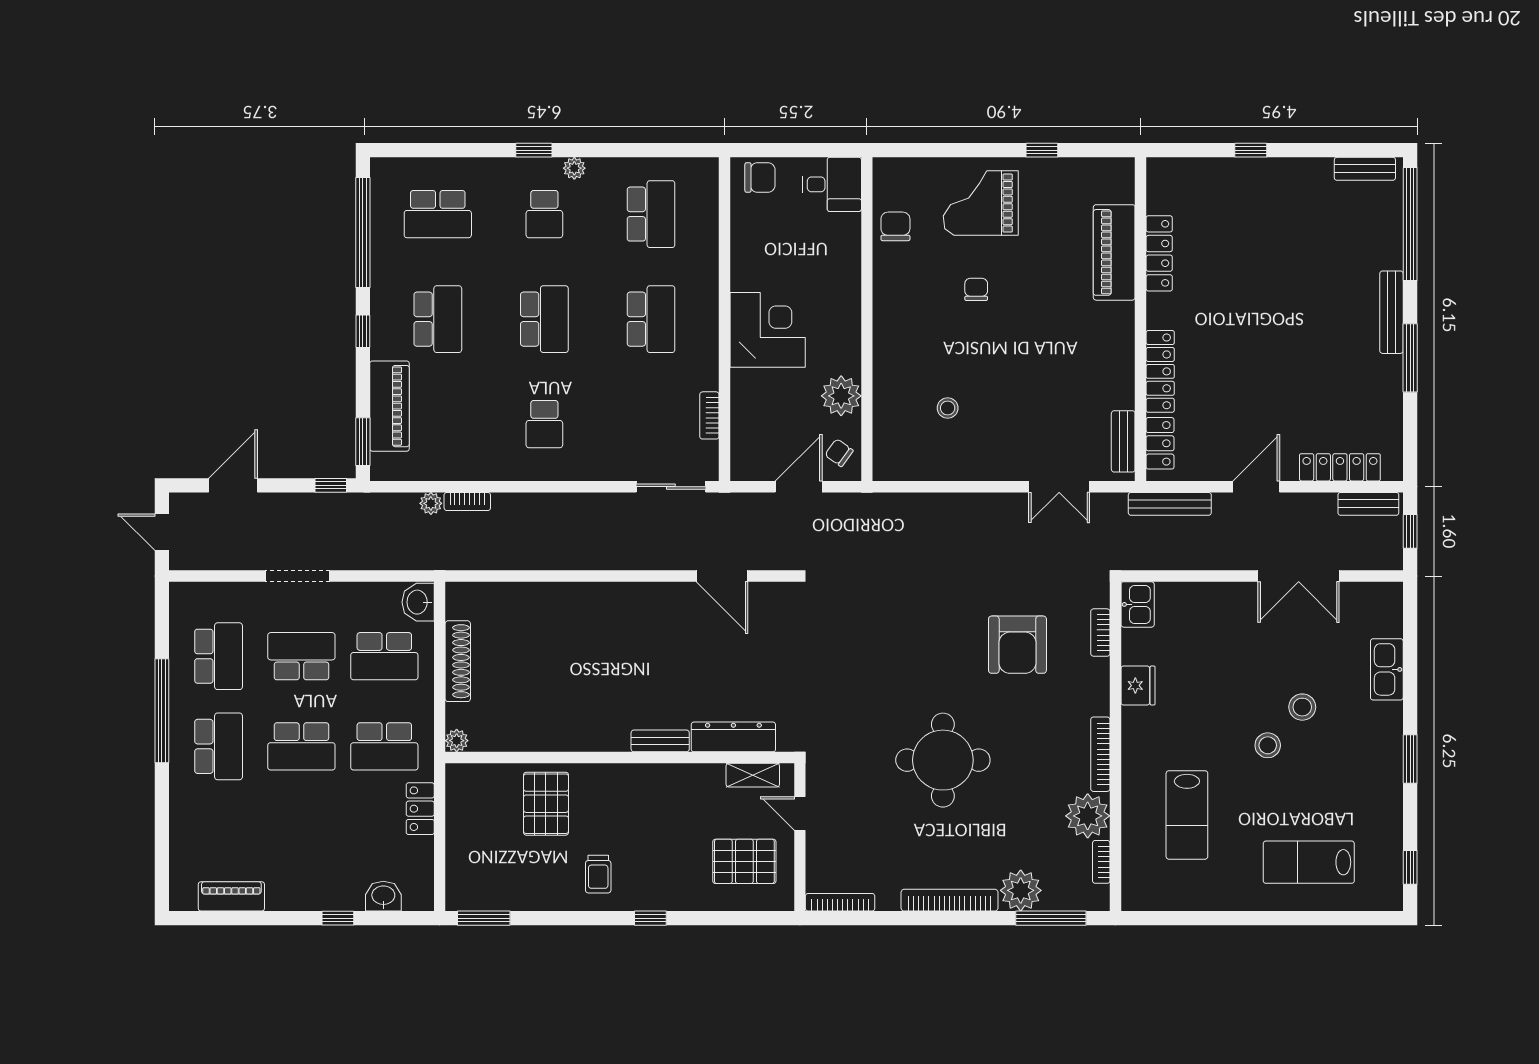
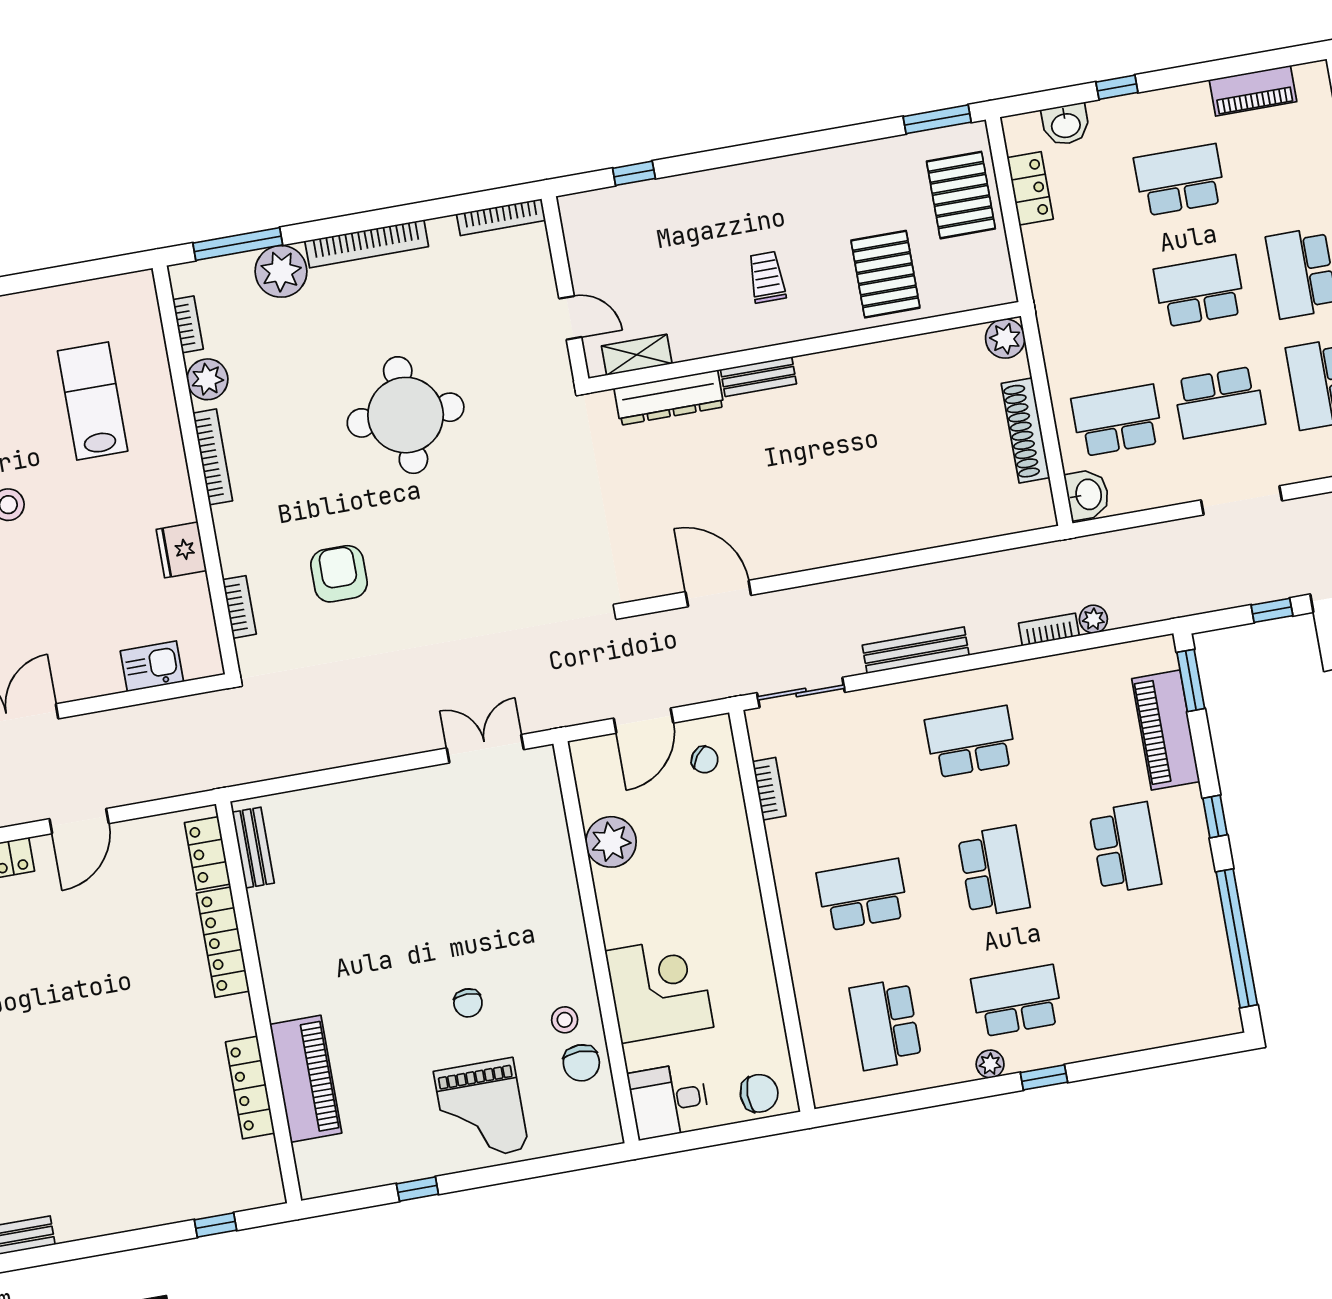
window: (1251, 150) -> (215, 1225), moved
chair: (760, 177) -> (759, 1093), turned 180
grand piano: (981, 203) -> (481, 1110), turned 90
school desk: (438, 214) -> (1148, 977), removed
school desk: (544, 214) -> (1017, 1001), width x1.85
school desk: (438, 319) -> (1125, 848), turned 180
school desk: (544, 319) -> (994, 871), turned 180
school desk: (651, 319) -> (862, 895), turned 90
corner desk: (768, 330) -> (659, 989), moved, turned 180
stool: (948, 408) -> (565, 1020), moved
school desk: (544, 424) -> (971, 742), width x1.85
chair: (839, 453) -> (705, 760), moved
window: (331, 485) -> (1272, 610), moved
double door: (1059, 487) -> (485, 749), moved
bench: (1170, 504) -> (916, 650), moved
kitchen sink: (1138, 604) -> (152, 666), moved, turned 90
armchair: (1017, 645) -> (339, 574), width x0.73, depth x0.73
plant: (457, 741) -> (1005, 339), width x1.38, depth x1.38
school desk: (384, 746) -> (1180, 180), moved
locker: (420, 809) -> (1030, 188), moved
plant: (1088, 816) -> (207, 379), width x0.73, depth x0.73
pallet: (744, 861) -> (961, 195), moved, turned 90
trolley: (598, 874) -> (767, 277), moved
window: (650, 918) -> (634, 173), moved

